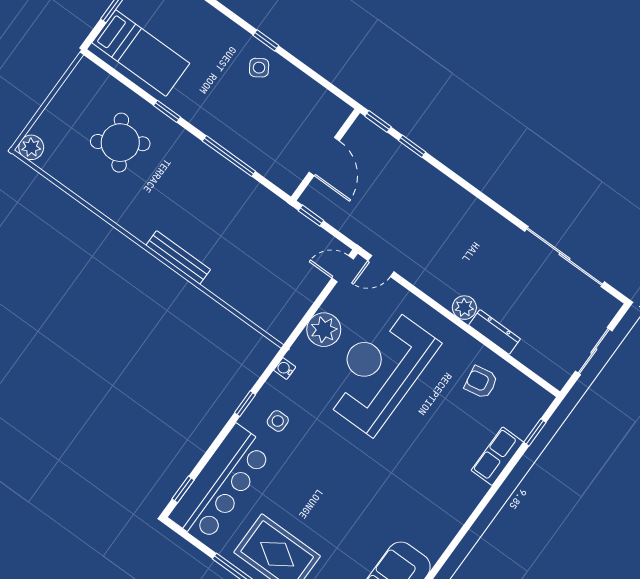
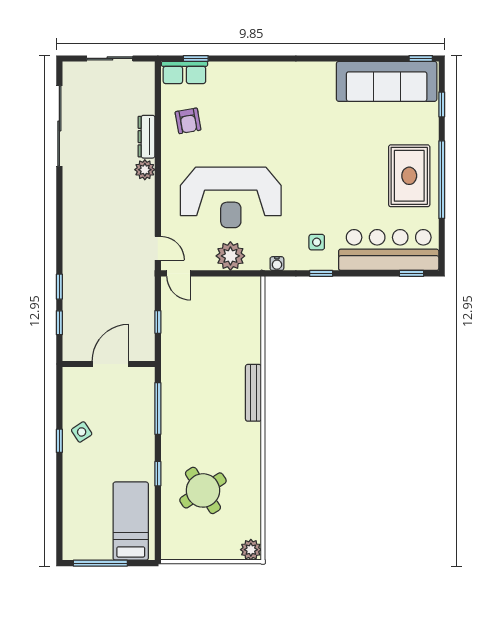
wall: (325, 155) -> (109, 364), moved
door: (324, 157) -> (110, 364), moved
row of seats: (497, 456) -> (184, 72), moved

